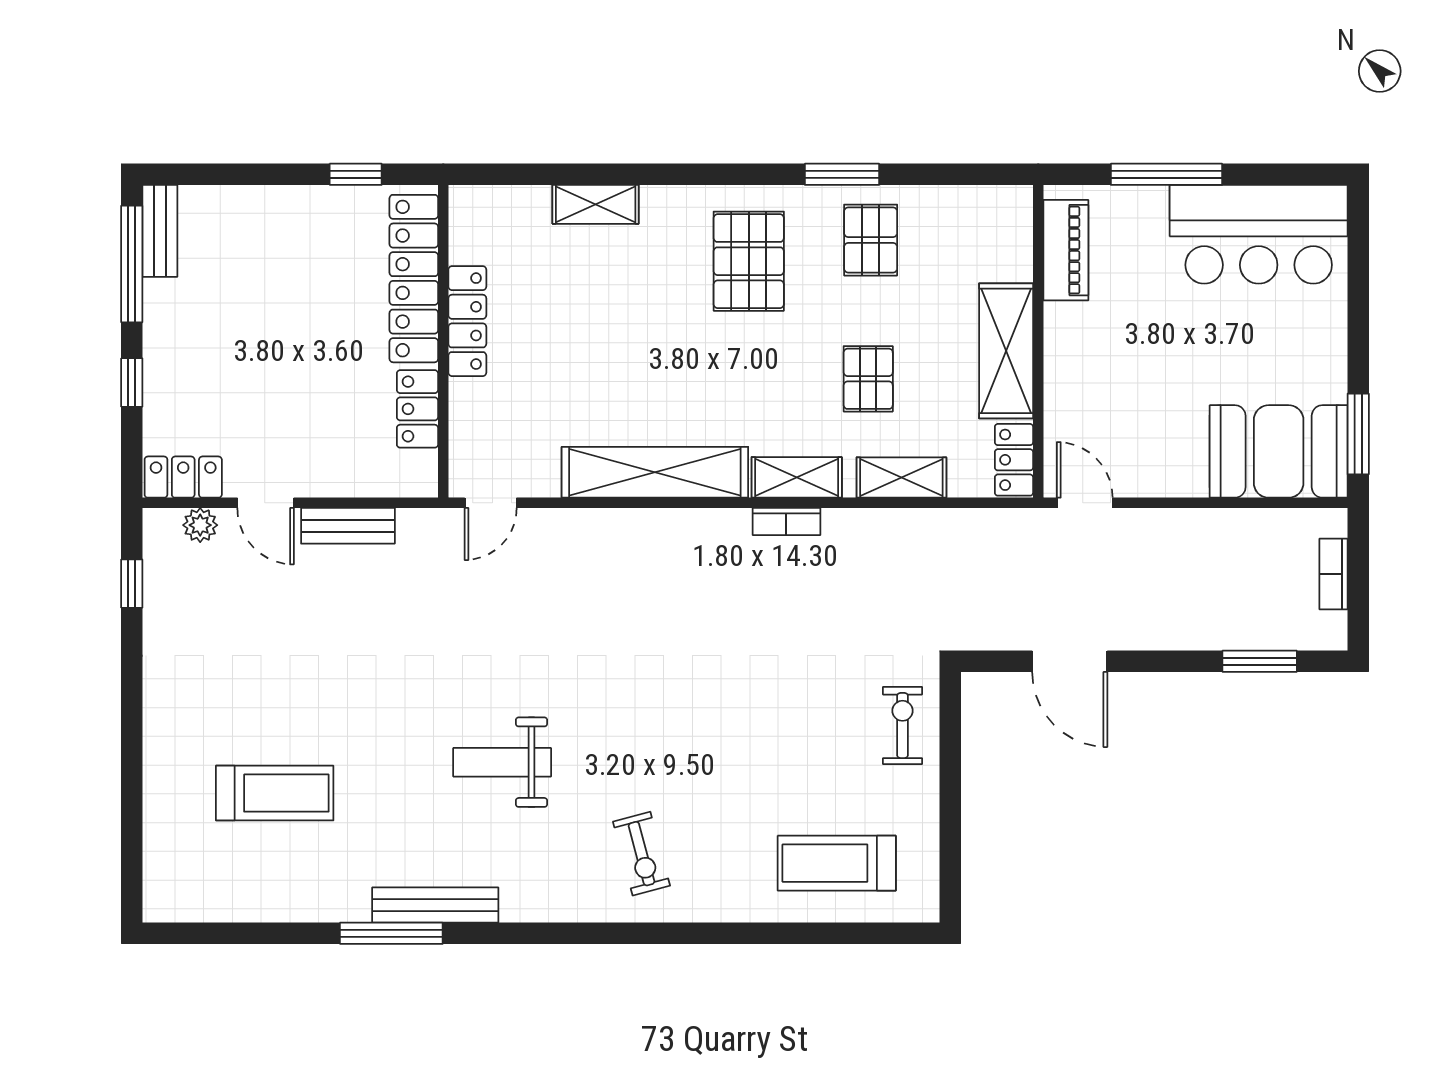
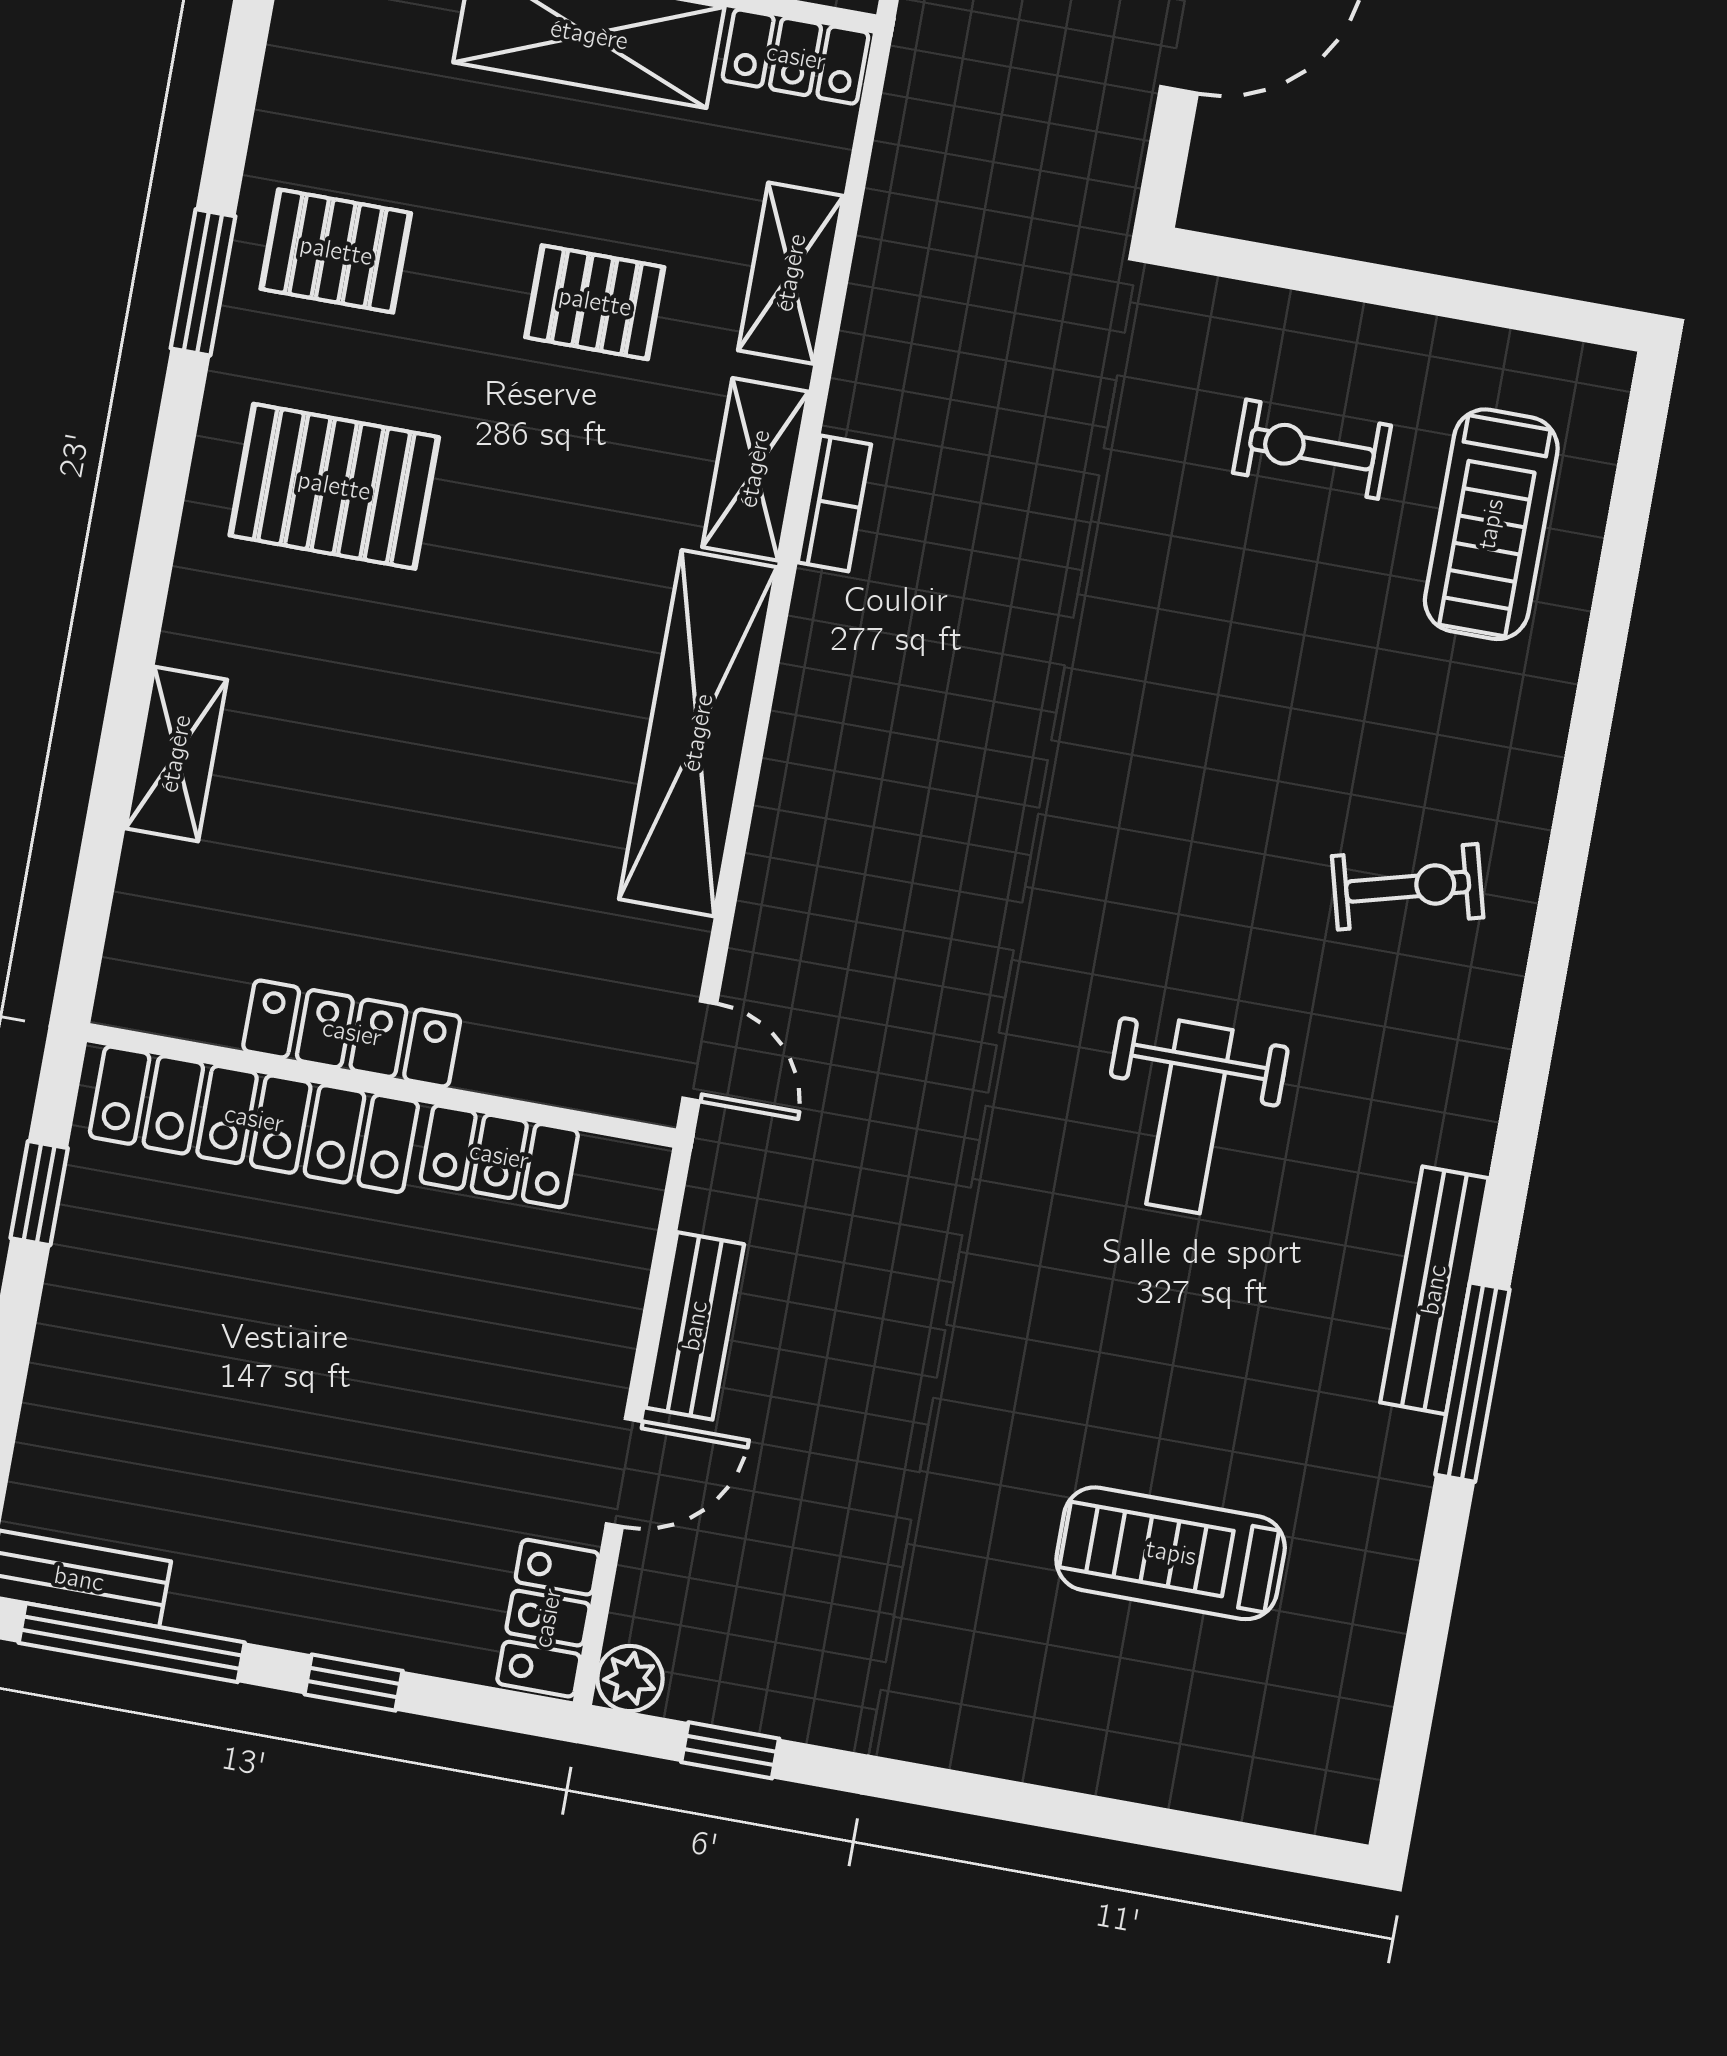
plant: (200, 525) -> (630, 1679), moved
exercise bike: (903, 725) -> (1312, 449), moved
treadmill: (275, 793) -> (1171, 1553), turned -90

